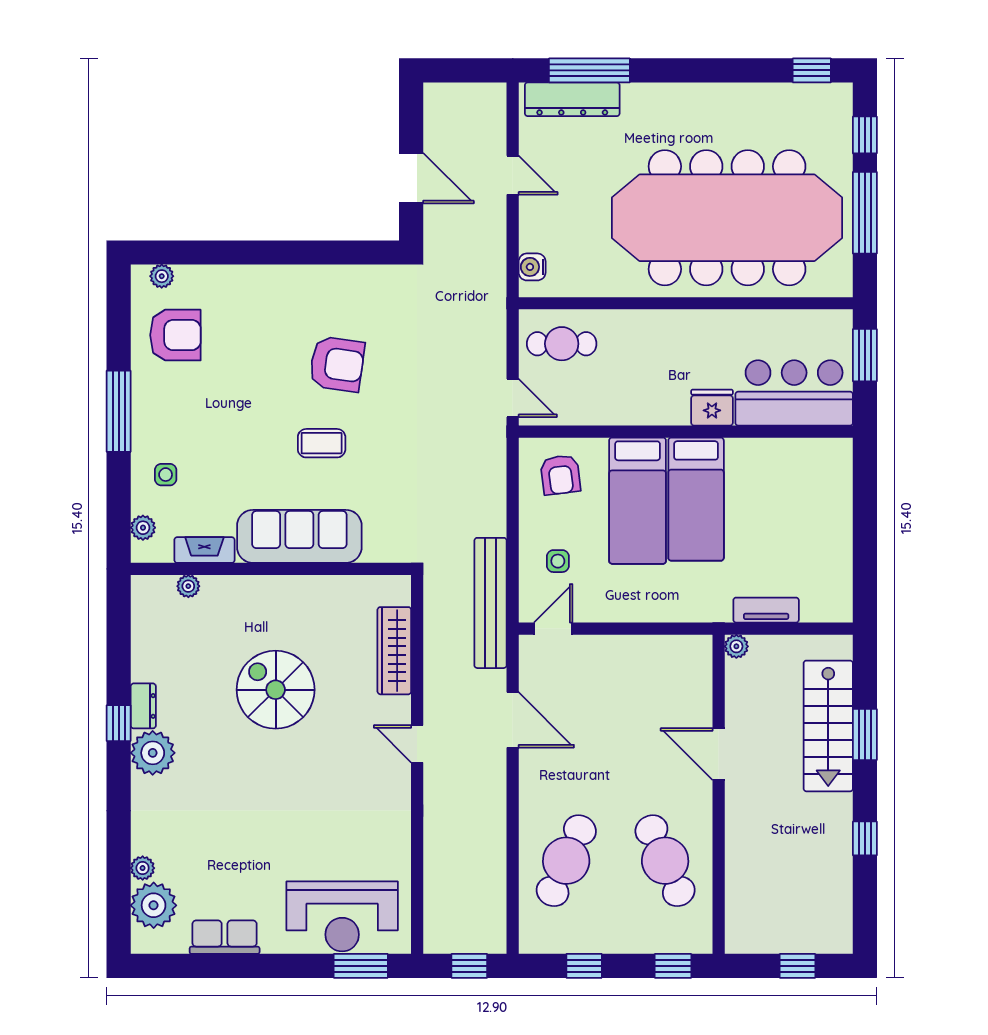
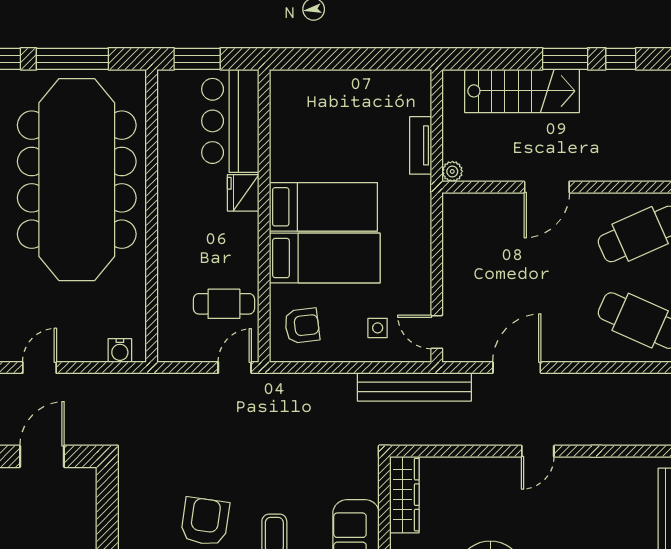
cafe table: (562, 344) -> (224, 304), moved, turned 90
wardrobe: (394, 651) -> (404, 495), moved, turned -90
window: (865, 735) -> (565, 59), moved

